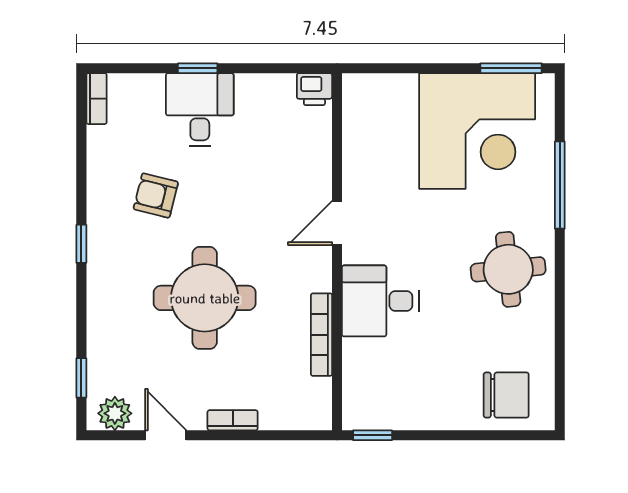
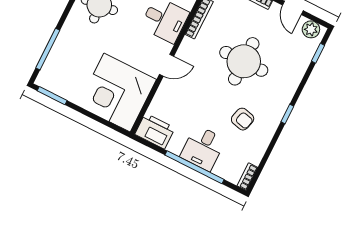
window: (198, 68) -> (194, 167), width x3.17
printer: (314, 89) -> (155, 131), width x1.87, depth x1.48
corner desk: (477, 131) -> (117, 93), moved, turned -90
window: (560, 185) -> (48, 49), moved

